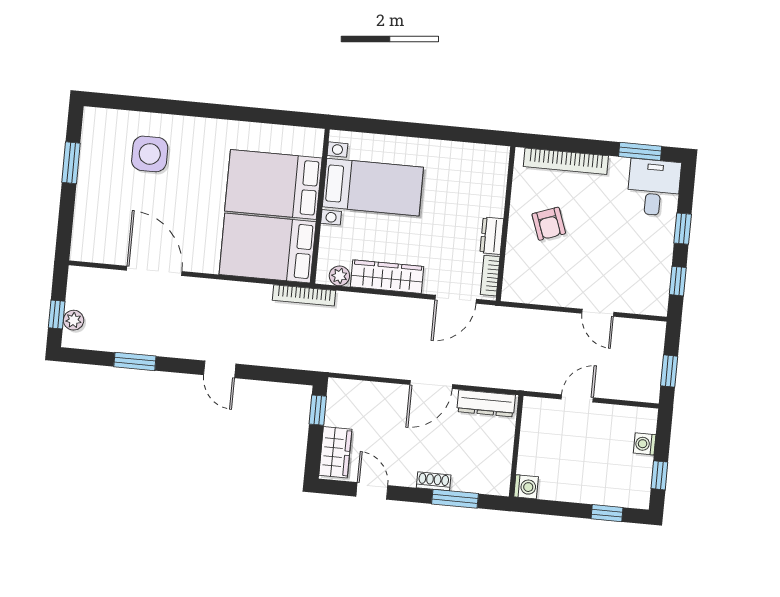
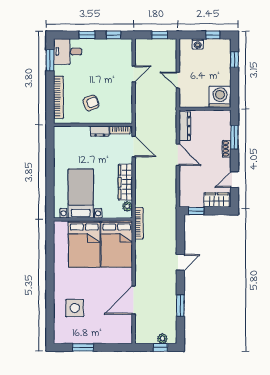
washing machine: (526, 487) -> (220, 97), width x1.89, depth x1.89

